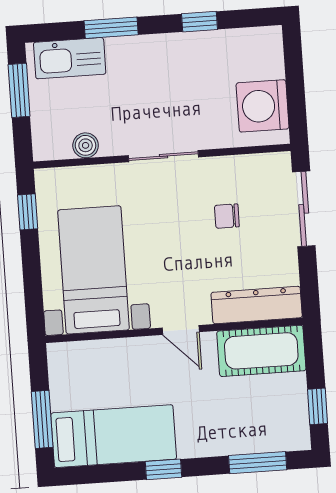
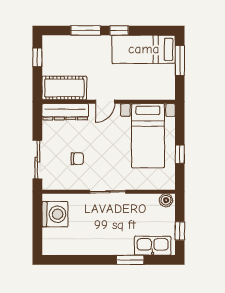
window: (199, 22) -> (84, 260), removed
window: (19, 90) -> (180, 231), width x0.67
boiler: (86, 145) -> (166, 200), moved
window: (28, 212) -> (180, 154), moved
door: (181, 330) -> (105, 102), swing flipped
window: (258, 463) -> (86, 30), moved

